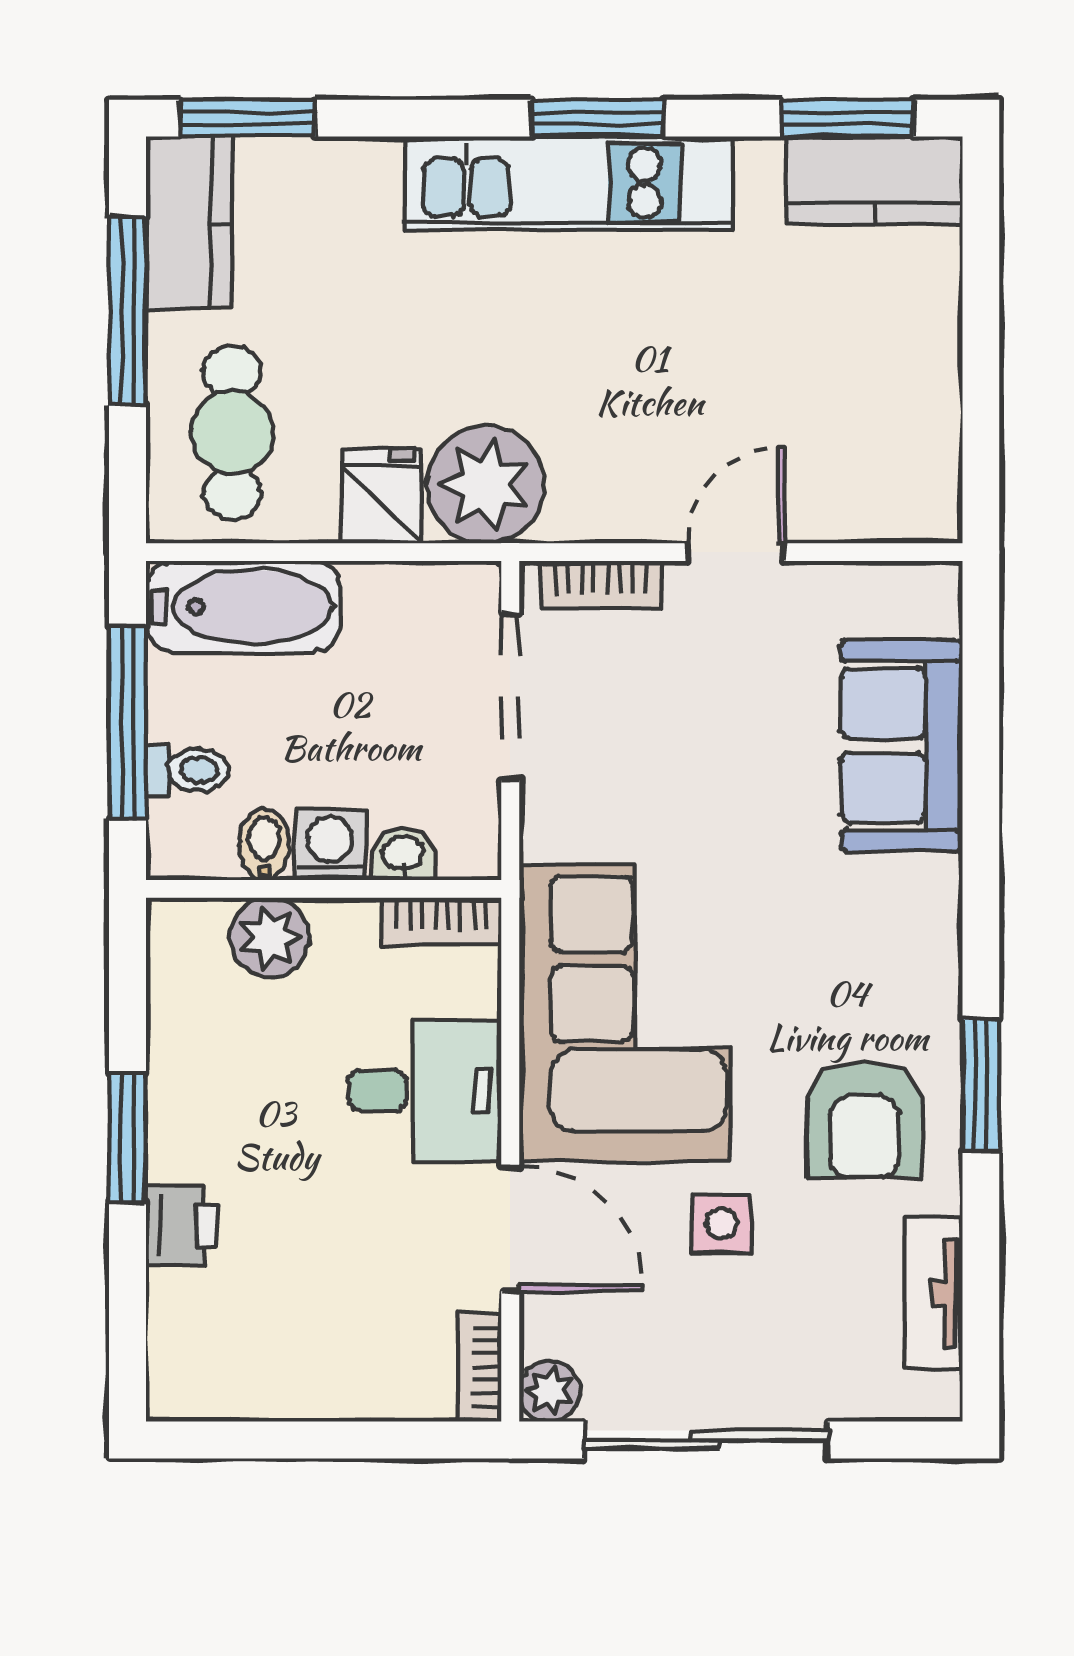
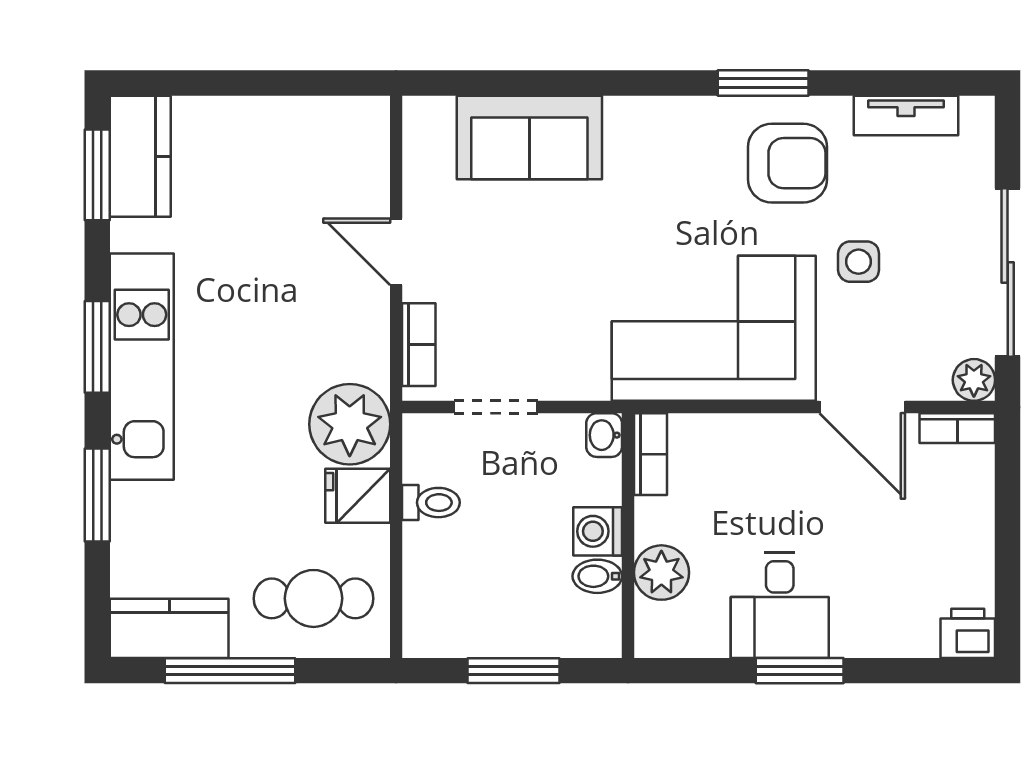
window: (248, 118) -> (97, 495), moved
bathtub: (243, 607) -> (434, 591), removed
doorway: (510, 697) -> (496, 407), width x0.73
window: (127, 722) -> (513, 671), width x0.69
toilet: (187, 770) -> (431, 503), moved, turned 90
washbasin: (403, 854) -> (604, 435), moved
desk: (425, 1091) -> (780, 605), moved, turned 180
printer: (182, 1225) -> (968, 633), moved
door: (510, 1229) -> (862, 407), swing flipped

